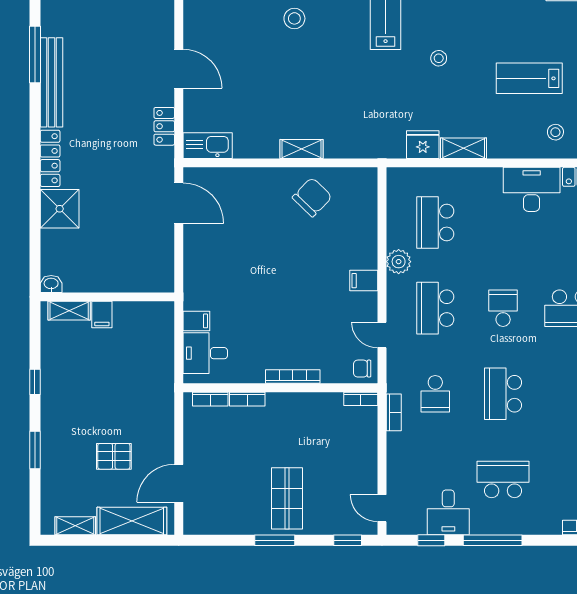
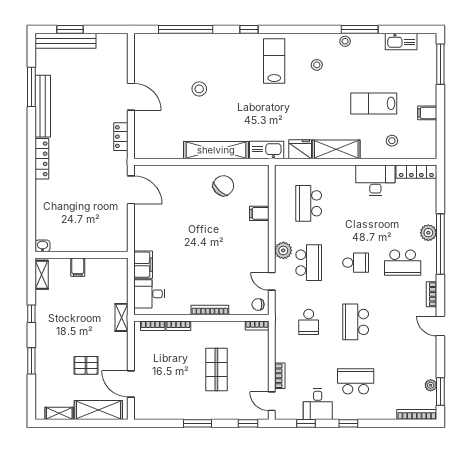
stool: (294, 18) -> (199, 89), moved
stool: (439, 58) -> (317, 65), moved
kitchen sink: (208, 146) -> (267, 150), moved
shelving: (464, 148) -> (336, 149), width x1.50, depth x1.33
shelving: (302, 149) -> (216, 150), width x2.20, depth x1.33
shower: (60, 209) -> (48, 194), removed
plant: (399, 262) -> (283, 250), moved
filing cabinet: (364, 281) -> (259, 213), moved
school desk: (435, 308) -> (309, 263), turned 180
school desk: (503, 308) -> (356, 263), turned 90
shelving: (69, 311) -> (42, 275), moved, turned 90
filing cabinet: (196, 321) -> (143, 265), width x2.00
shelving: (165, 387) -> (122, 317), added
bookcase: (394, 412) -> (280, 376), moved
door: (179, 483) -> (131, 384), hinge flipped
shop shelf: (287, 498) -> (216, 370), moved
window: (493, 540) -> (348, 423), width x0.46

